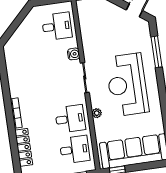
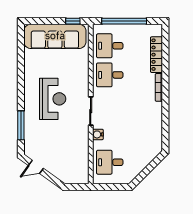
reception desk: (127, 85) -> (53, 99), width x0.74, depth x0.77
plant: (97, 113) -> (84, 77), removed

